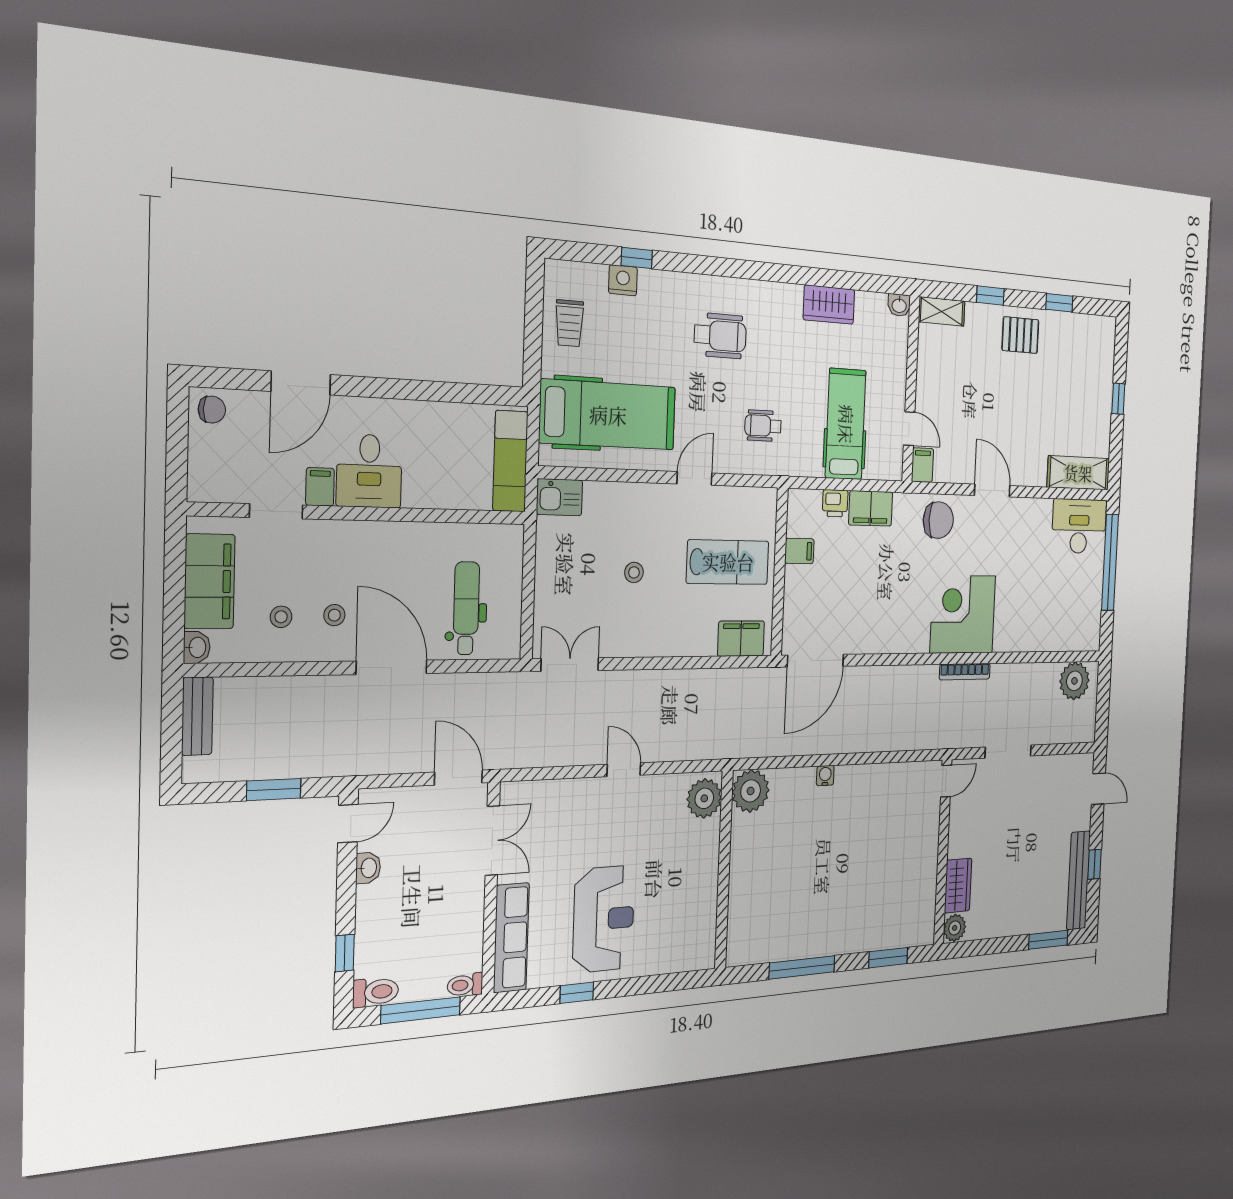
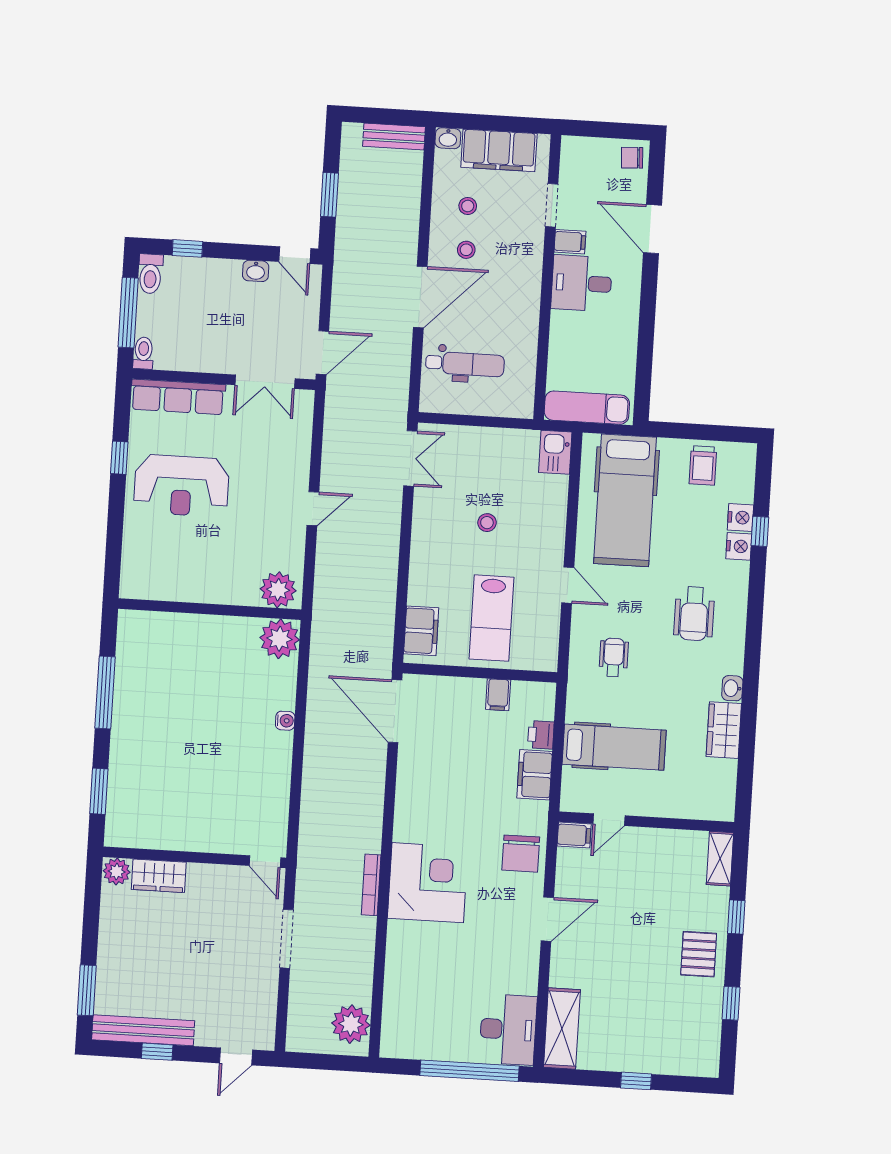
nightstand: (652, 283) -> (739, 546), added
washbasin: (899, 305) -> (732, 688), moved
trolley: (569, 323) -> (703, 465), turned -90
chair: (212, 410) -> (632, 158), turned 87

